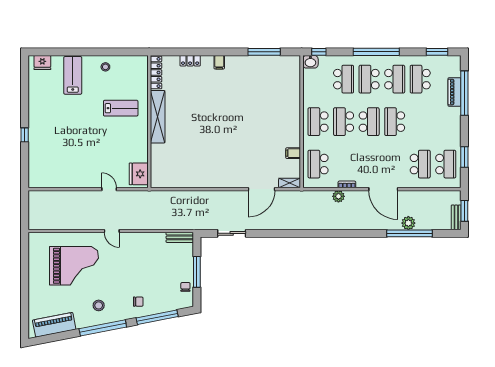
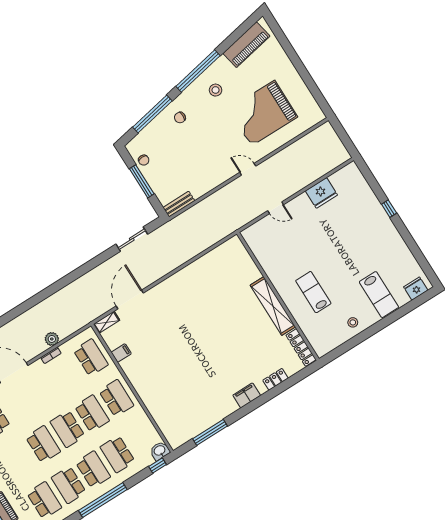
filing cabinet: (219, 62) -> (247, 395), width x2.00
lab bench: (121, 108) -> (313, 292), turned 90
fridge: (139, 174) -> (321, 193), moved, turned 90

